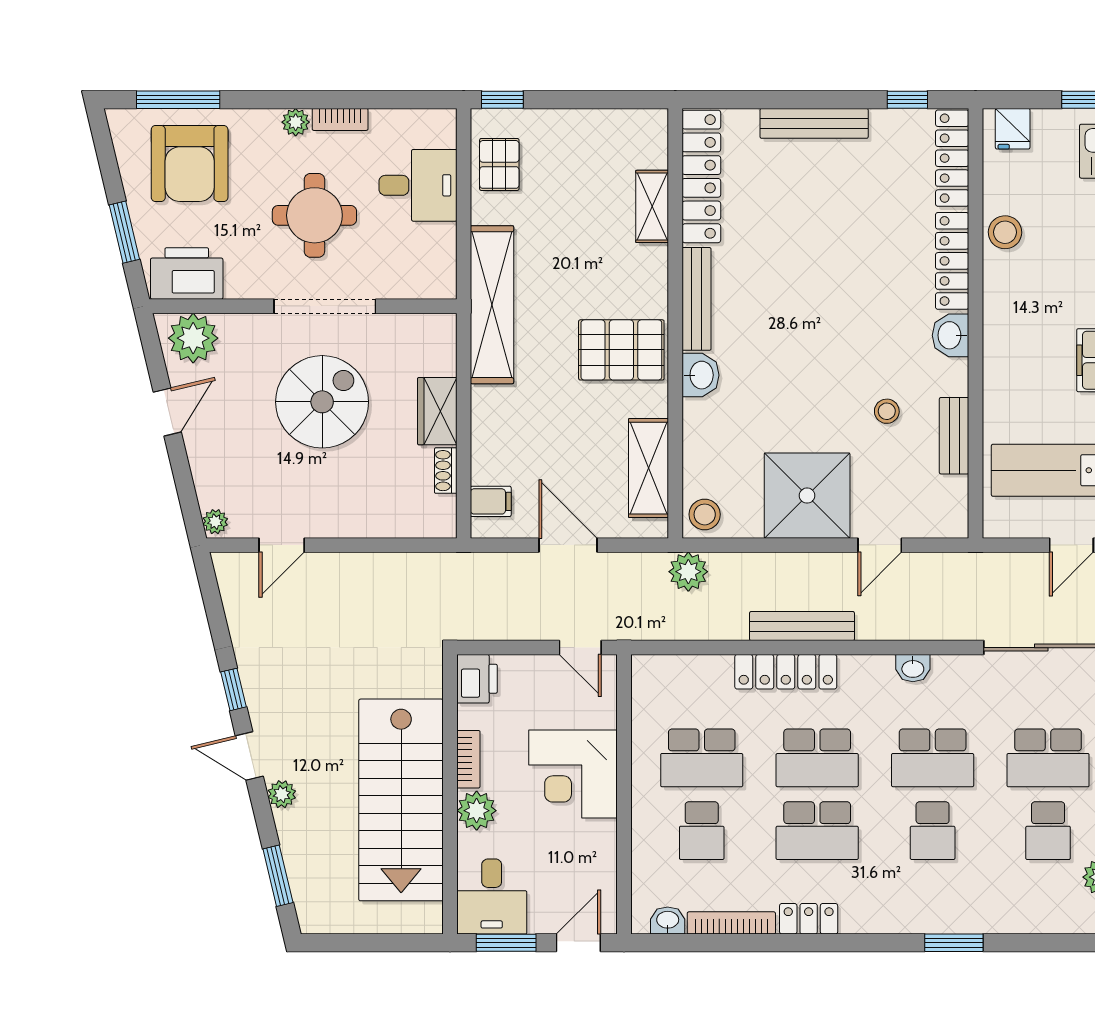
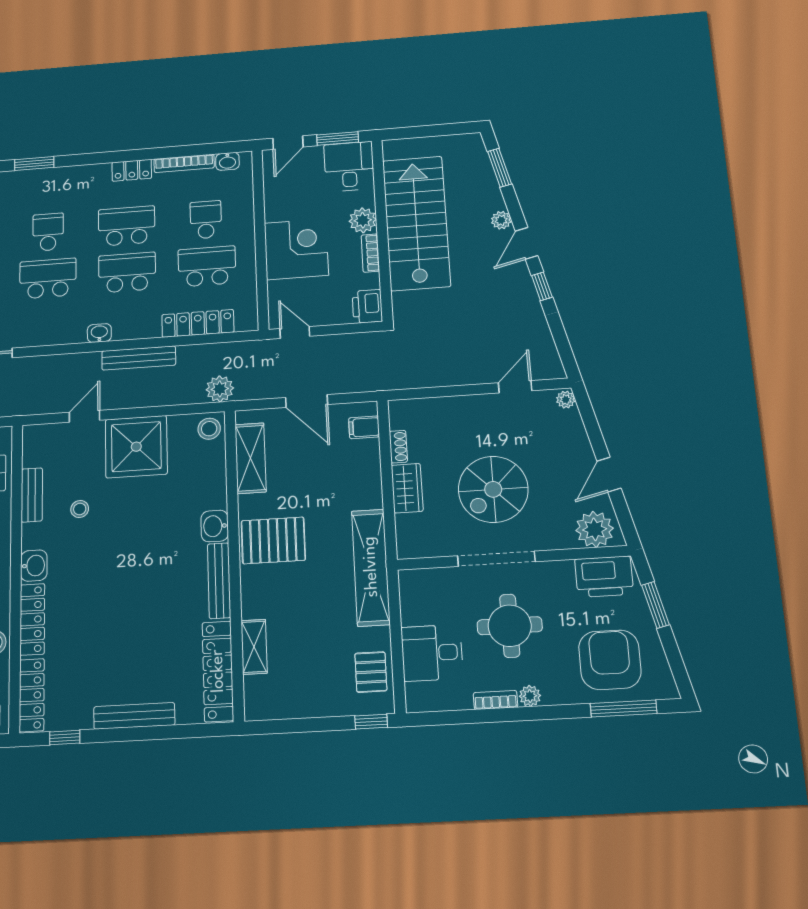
washbasin: (913, 668) -> (99, 333), moved
locker: (786, 672) -> (198, 323), moved
door: (249, 756) -> (527, 243), swing flipped

